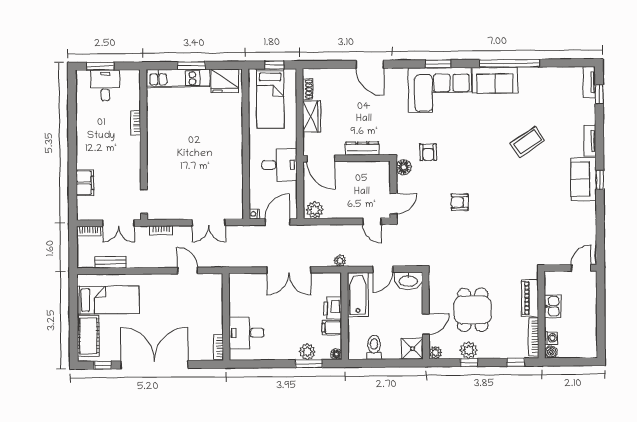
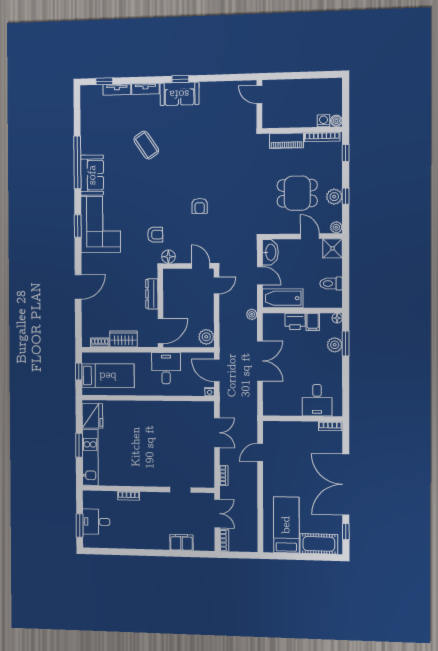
tv unit: (589, 82) -> (117, 90), moved
doorway: (144, 201) -> (180, 490), moved
bench: (110, 262) -> (252, 522), removed
kitchen sink: (553, 306) -> (294, 120), removed

